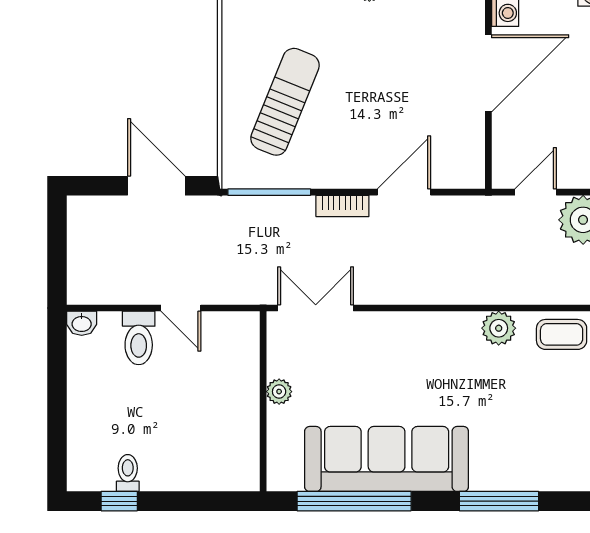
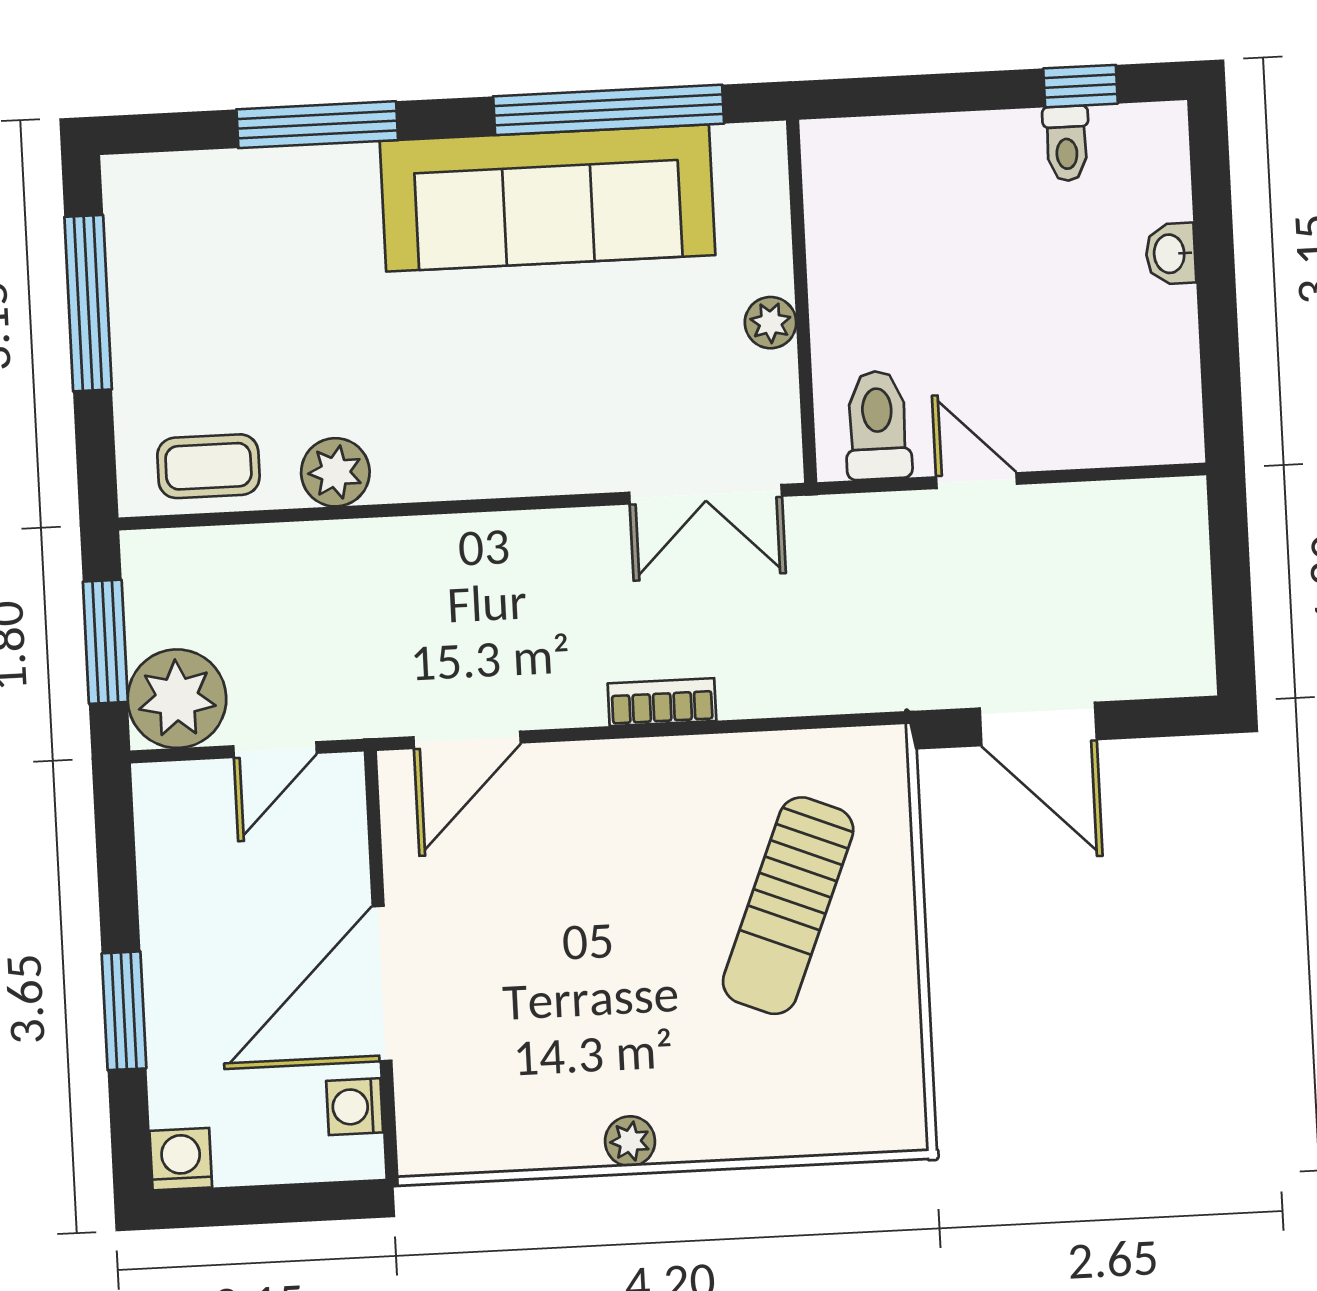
window: (269, 192) -> (811, 722), removed
door: (404, 192) -> (467, 740), moved
washbasin: (82, 323) -> (1171, 254), moved, turned -90
toilet: (139, 338) -> (878, 425), moved

